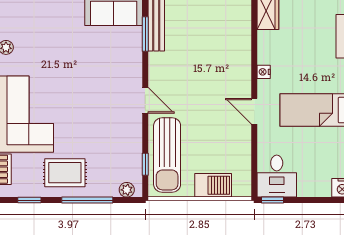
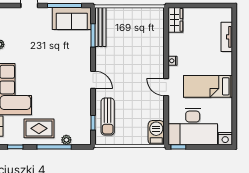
sun lounger: (167, 155) -> (108, 117), width x0.73, depth x0.75
desk: (277, 176) -> (193, 126), width x1.87, depth x1.30
barbecue: (213, 185) -> (156, 133), moved, turned -90
plant: (127, 190) -> (66, 140), moved

